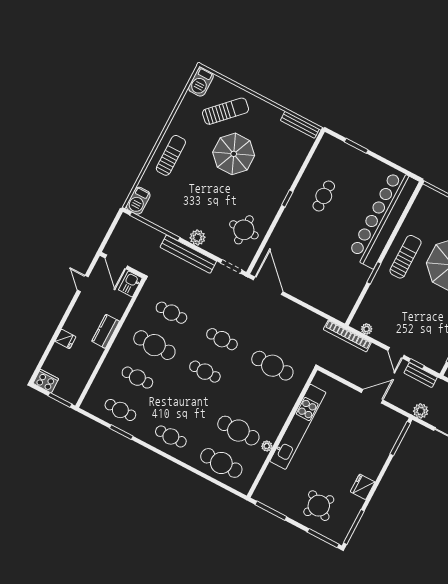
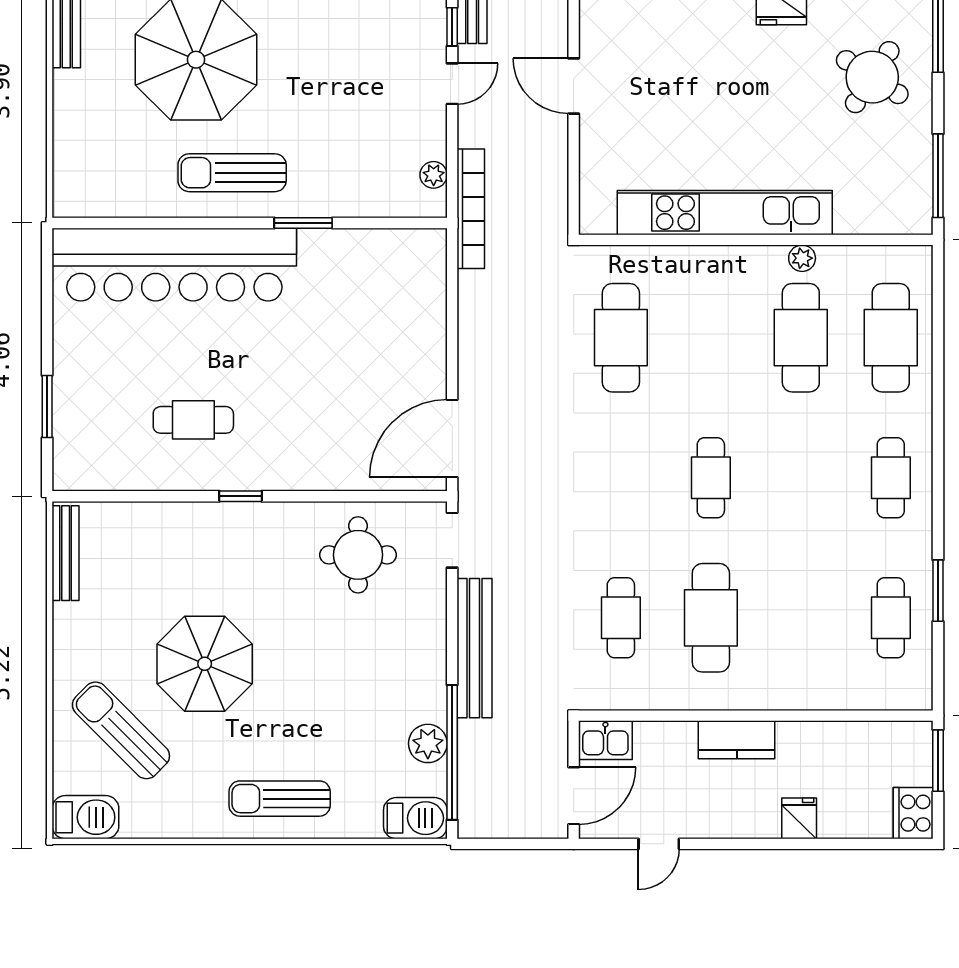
plant: (197, 238) -> (428, 743), moved
cafe table: (222, 339) -> (621, 478), removed
cafe table: (137, 378) -> (801, 618), removed

